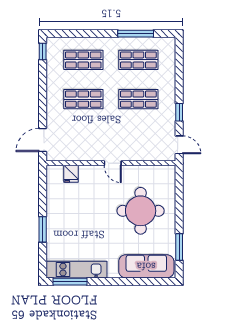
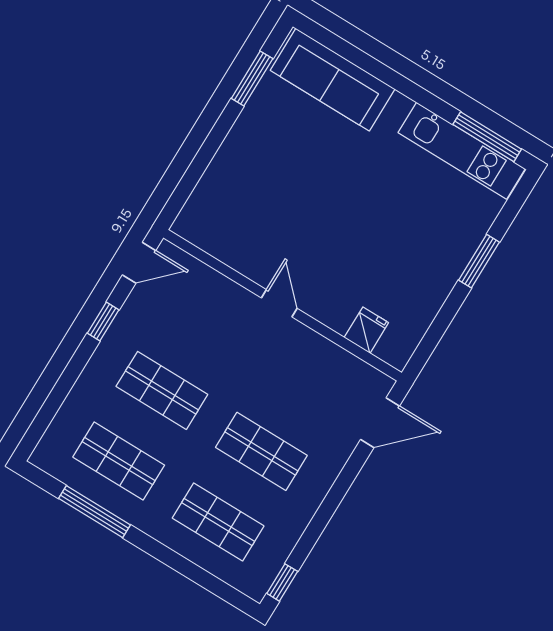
door: (179, 145) -> (139, 263), swing flipped
round table: (141, 211) -> (282, 186), removed

